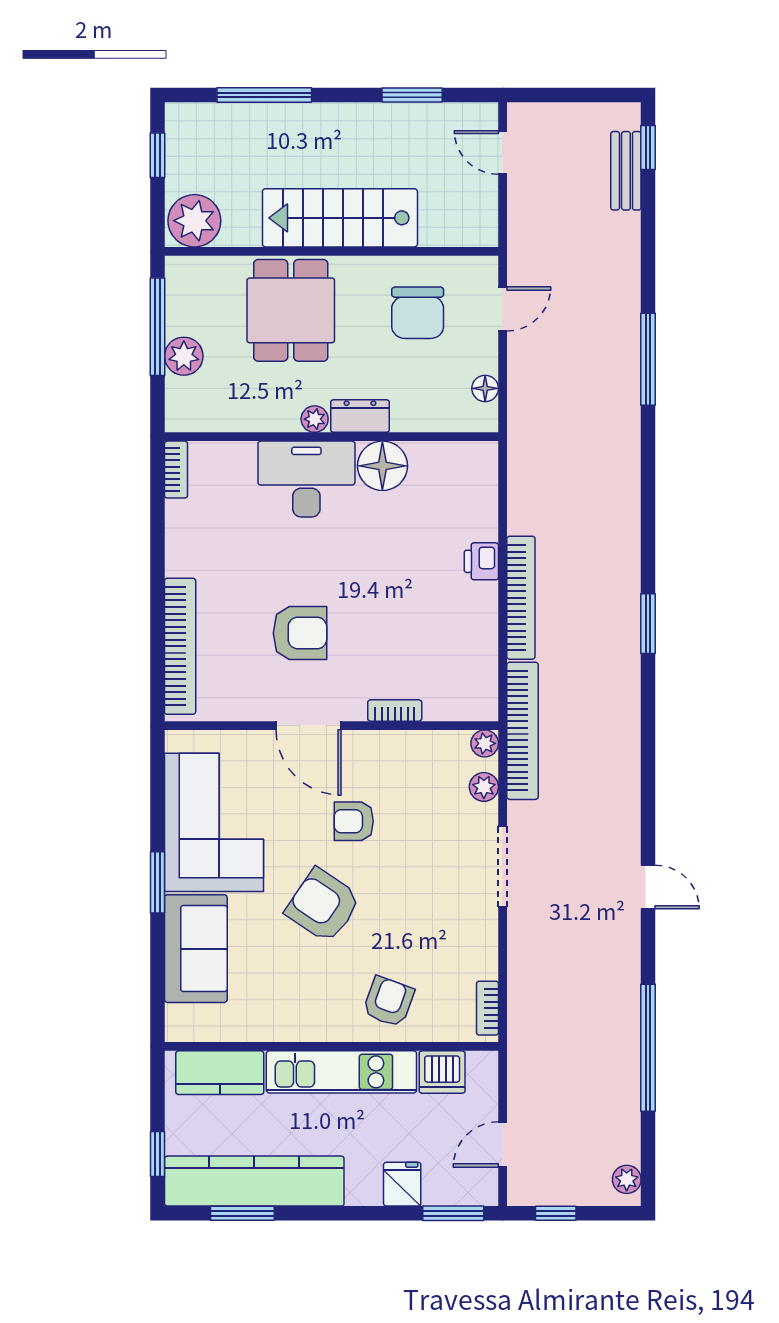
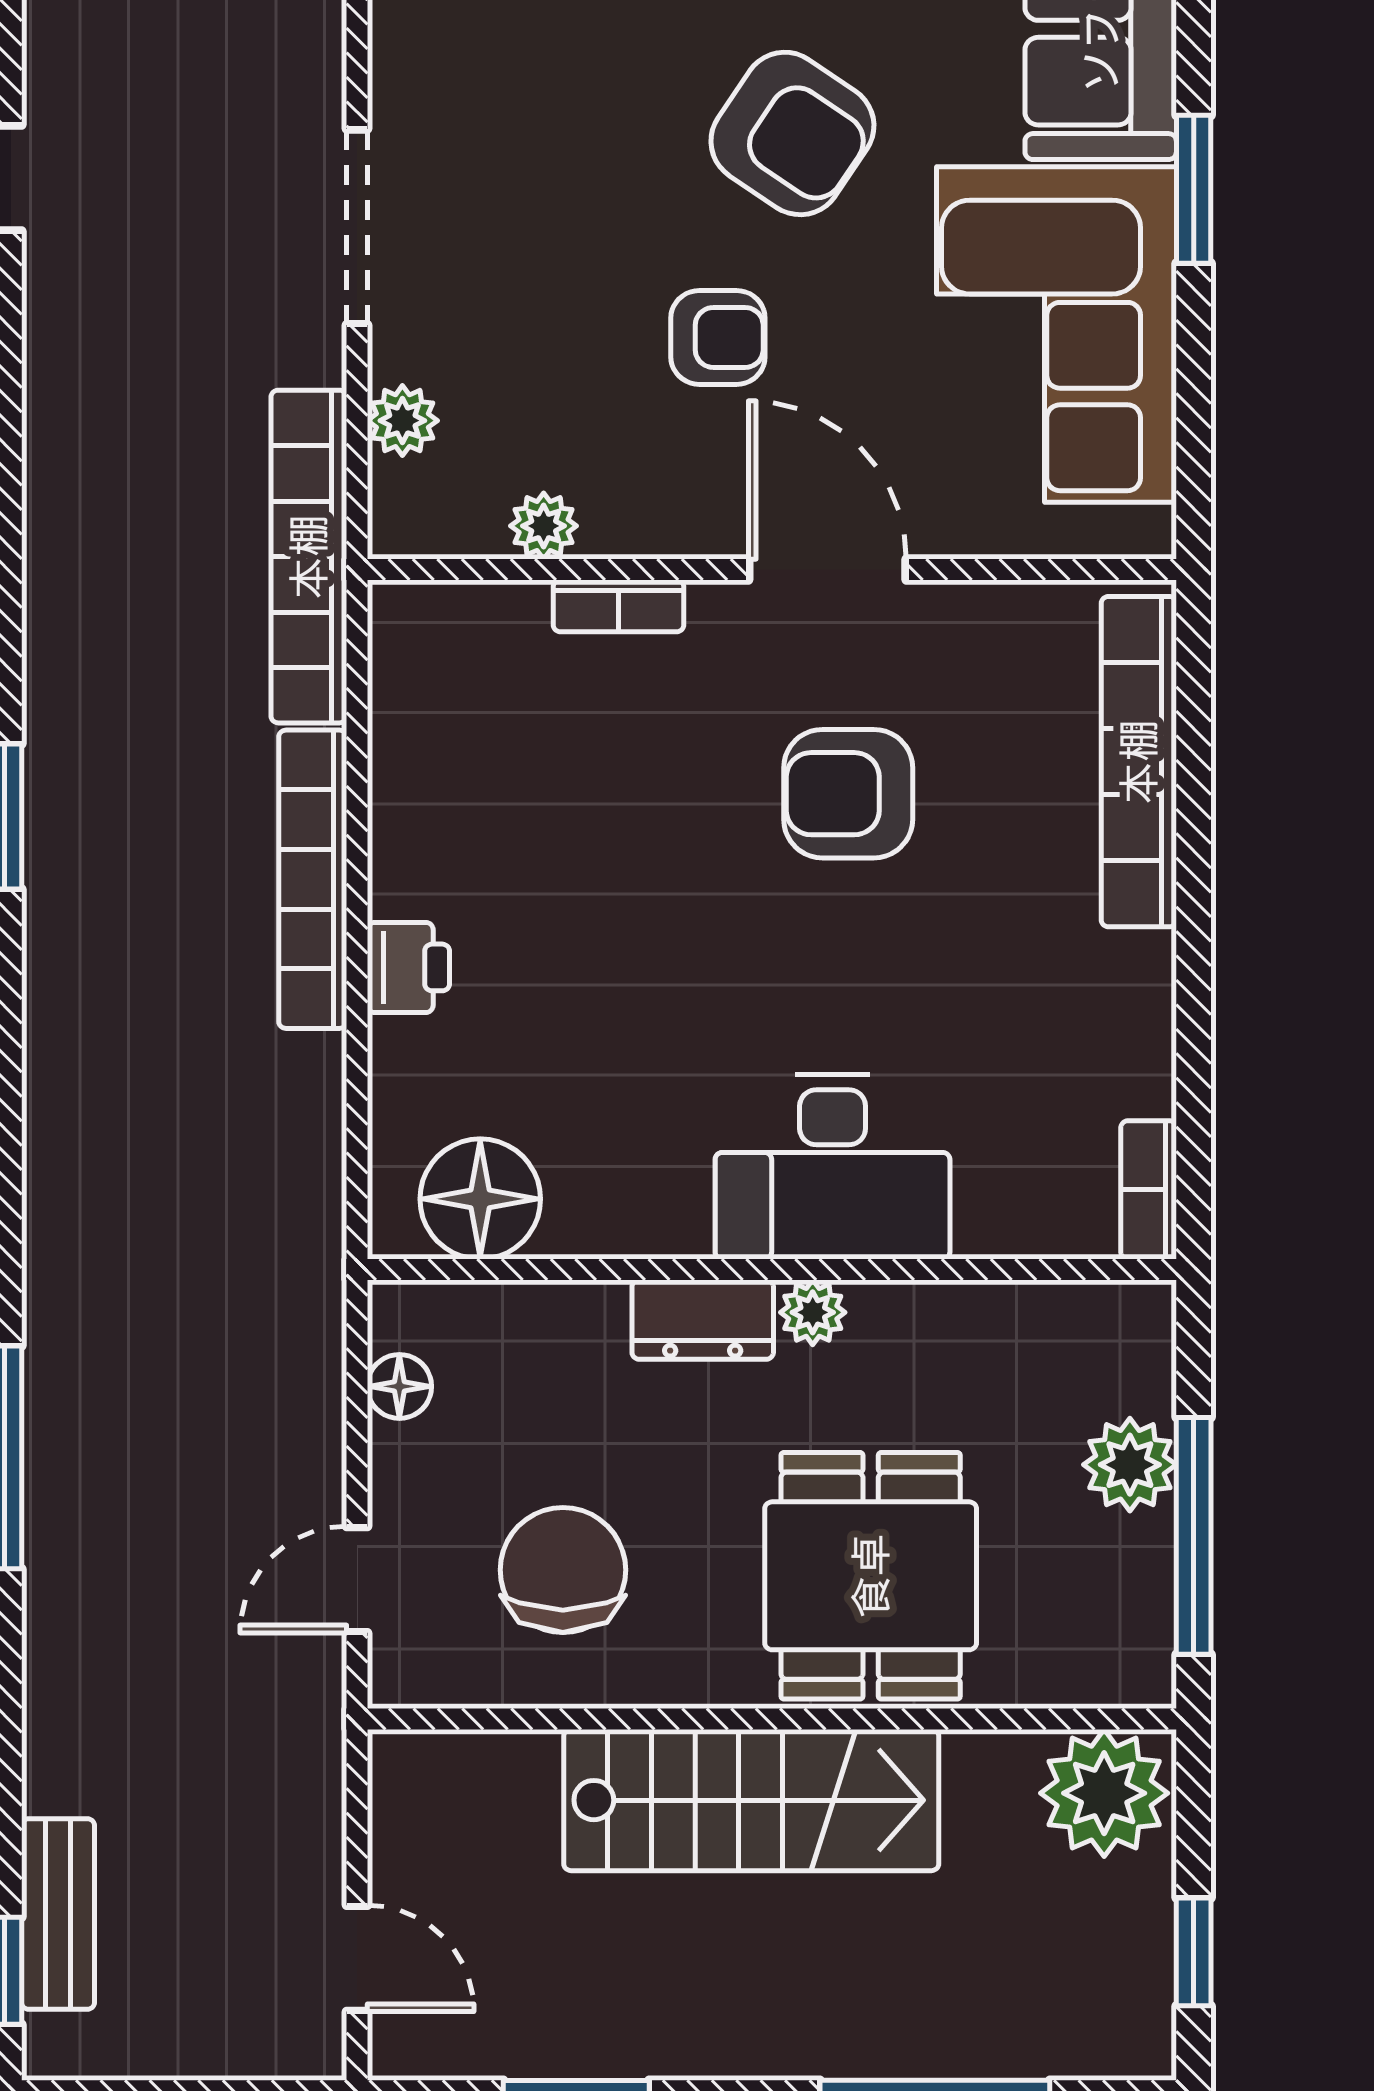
floor lamp: (382, 466) -> (480, 1199), moved
plant: (485, 743) -> (544, 526), moved

